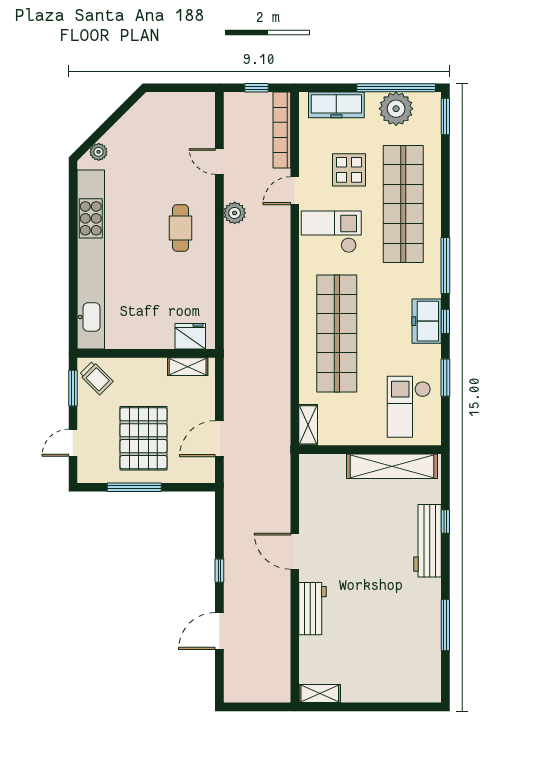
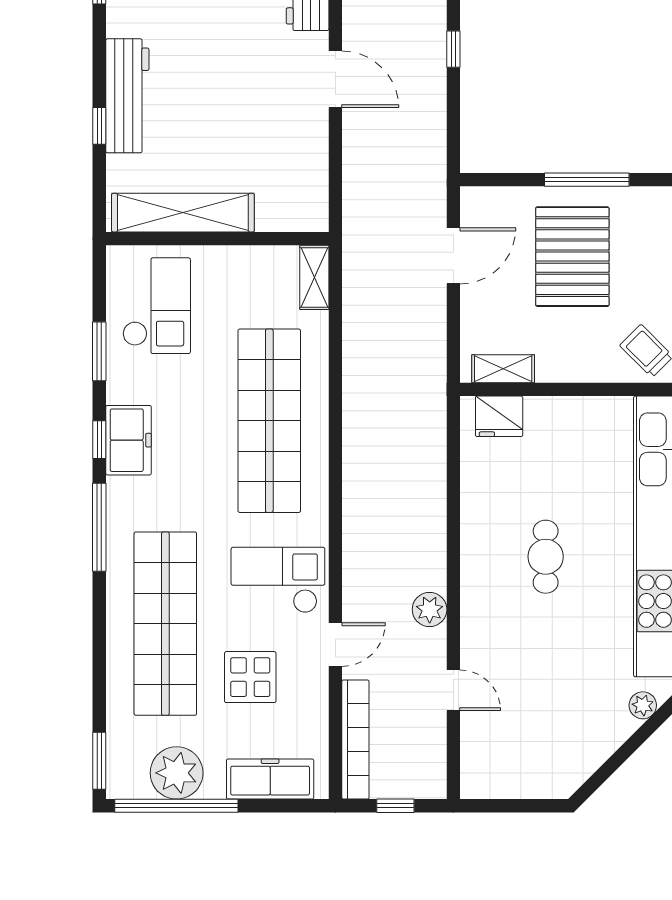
cafe table: (180, 228) -> (546, 557), moved
checkout: (331, 232) -> (278, 580), turned 180

